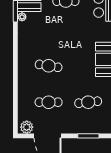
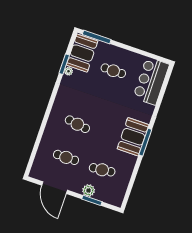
plant: (27, 127) -> (89, 190), moved

